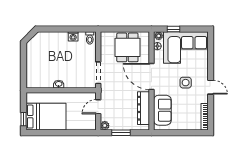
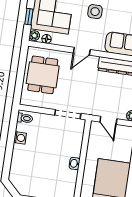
dining table: (127, 47) -> (43, 75), turned 90
door: (152, 77) -> (82, 51), width x0.53

